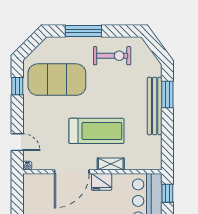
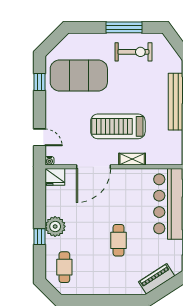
window: (83, 31) -> (124, 27), moved
treadmill: (96, 131) -> (118, 126), turned 180
fridge: (102, 182) -> (55, 177), moved

